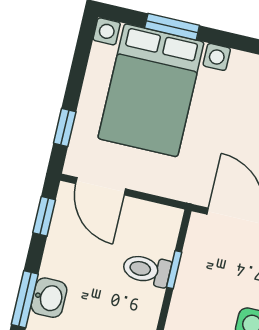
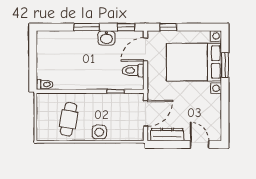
toilet: (147, 270) -> (133, 71), moved, turned -90
washbasin: (49, 298) -> (106, 38), moved

